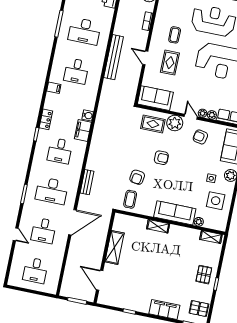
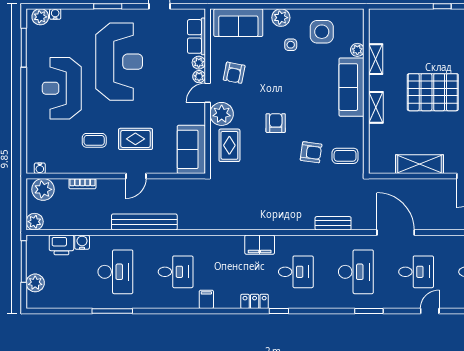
water cooler: (88, 115) -> (82, 242), moved
shelving: (211, 237) -> (376, 59), moved
pallet: (204, 275) -> (433, 92), moved, width x2.05, depth x2.00

